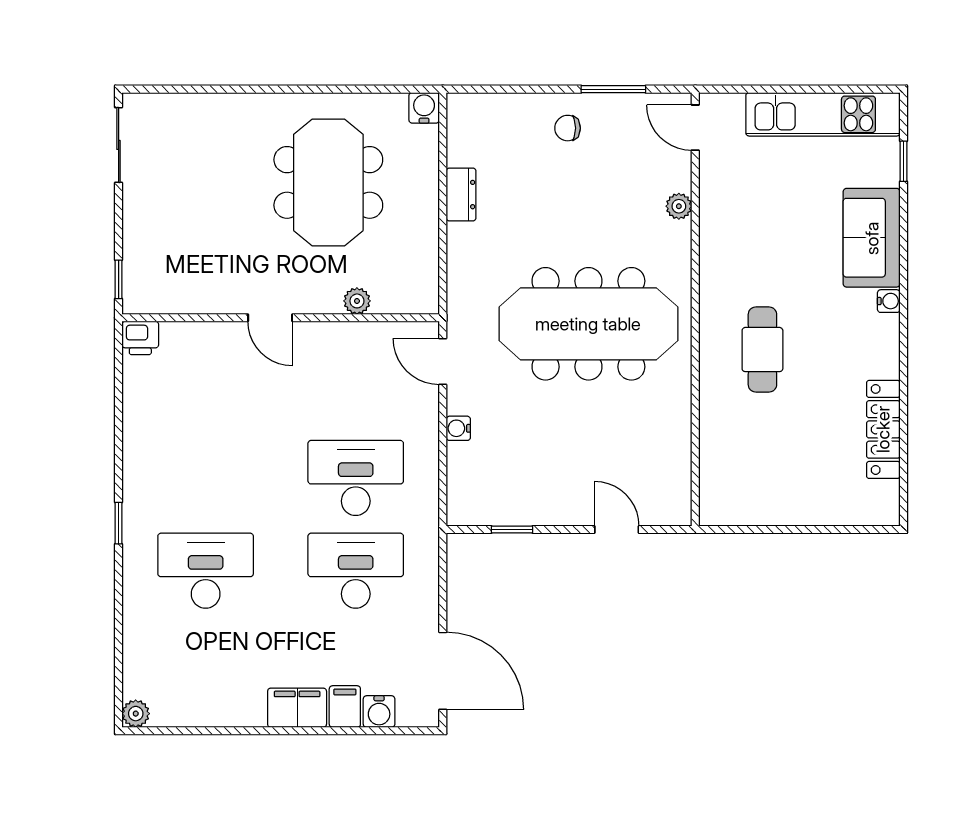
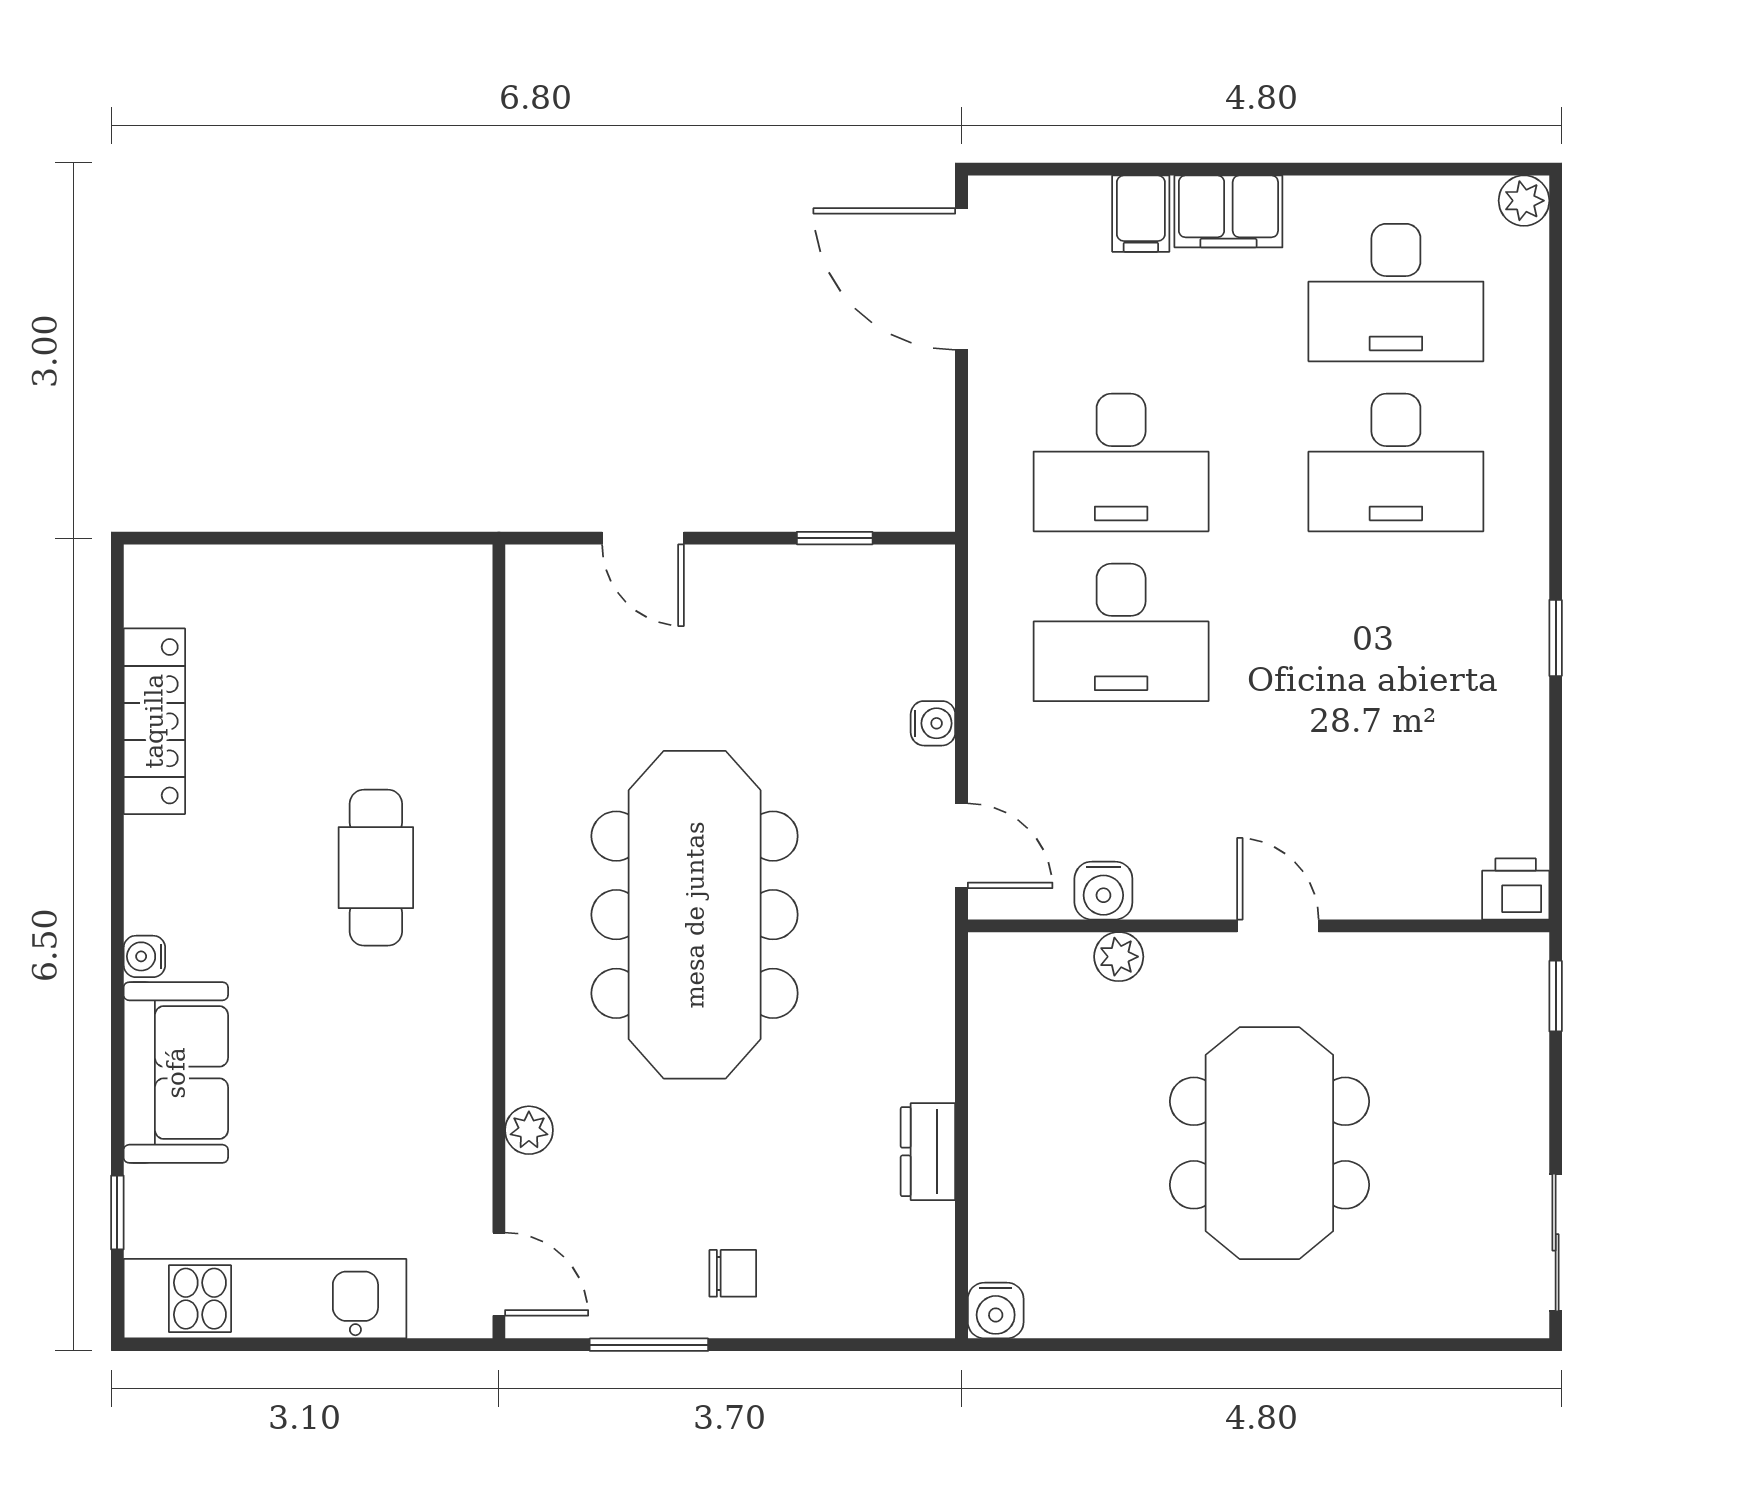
meeting table: (328, 182) -> (1269, 1143), moved
meeting table: (588, 324) -> (695, 915), turned 90
window: (119, 523) -> (1556, 638), moved
desk: (206, 663) -> (1396, 293), added
water cooler: (379, 712) -> (1103, 891), moved, turned 180

